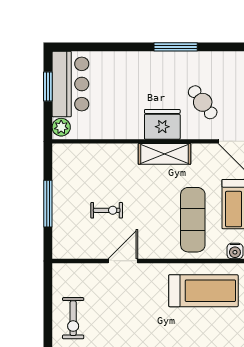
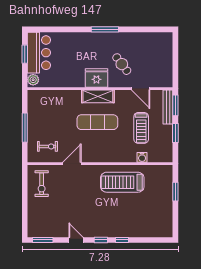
exercise bike: (107, 210) -> (47, 146), moved
exercise mat: (193, 220) -> (97, 122), moved, turned 90
treadmill: (203, 291) -> (122, 182), turned 180
exercise bike: (73, 318) -> (42, 184), moved

